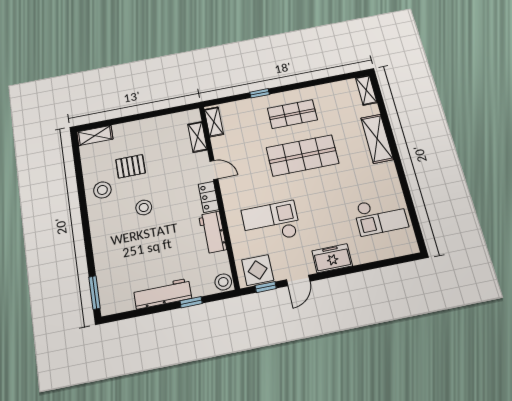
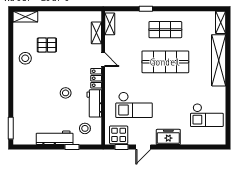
shelving: (377, 139) -> (219, 60), width x1.47
stool: (144, 208) -> (66, 93), moved
checkout: (271, 223) -> (134, 105), turned 180
stool: (223, 282) -> (85, 128), moved

